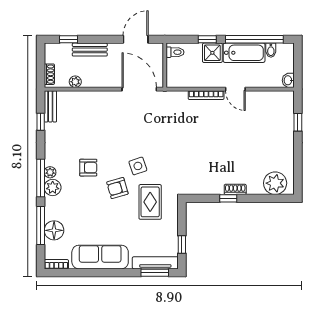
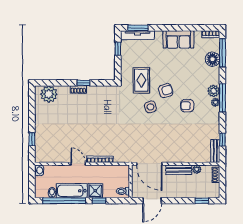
bench: (90, 50) -> (179, 170), moved
window: (41, 226) -> (222, 53), moved
sofa: (100, 257) -> (178, 39), width x0.73

